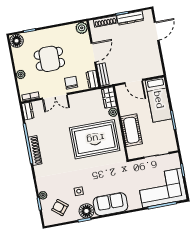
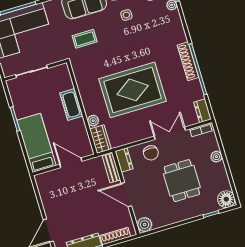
door: (93, 53) -> (126, 195), hinge flipped
dining table: (49, 59) -> (182, 181), turned 90
cot: (131, 130) -> (71, 105), width x0.73, depth x0.75
rug: (95, 139) -> (133, 90), moved
coffee table: (113, 176) -> (85, 39), added

